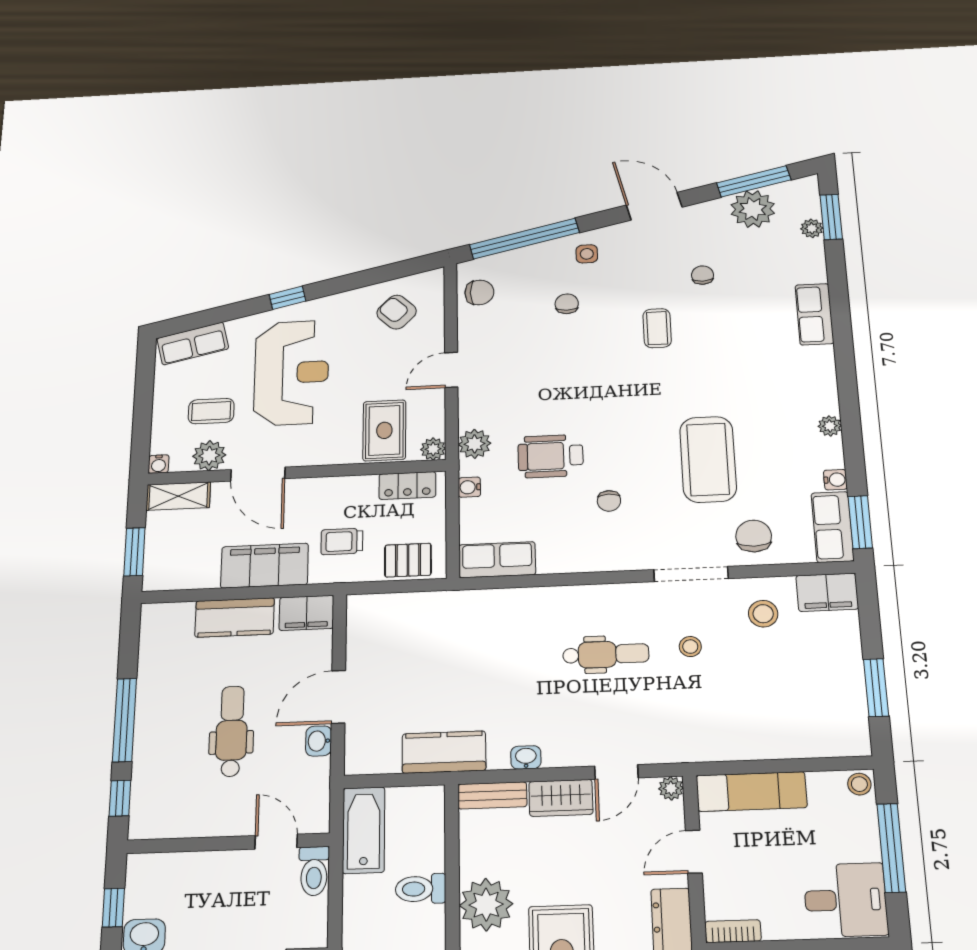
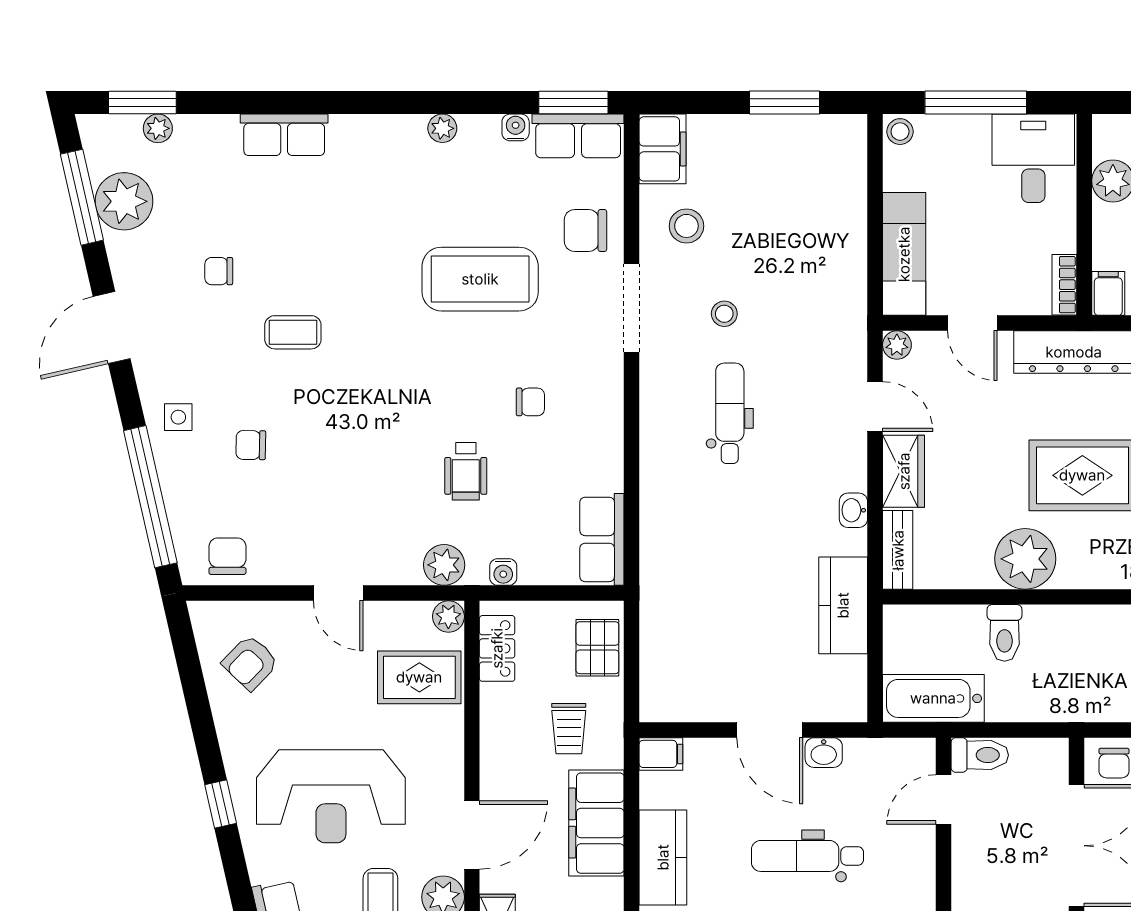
reception desk: (291, 373) -> (331, 796), turned 180
wheelchair: (551, 456) -> (466, 471), width x0.73, depth x0.73
filing cabinet: (306, 613) -> (661, 754), width x0.50

